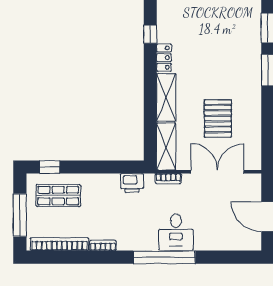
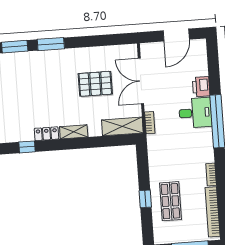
shelving: (166, 97) -> (74, 132), width x0.67, depth x0.75
window: (50, 167) -> (145, 199), moved
printer: (132, 183) -> (201, 87), moved, turned 180
shop shelf: (58, 196) -> (170, 201), moved

